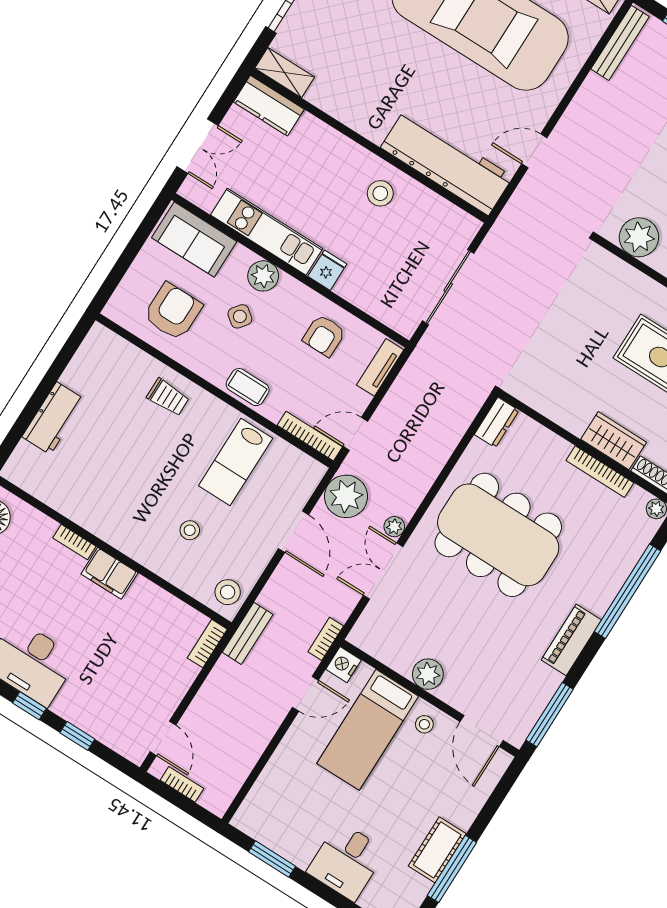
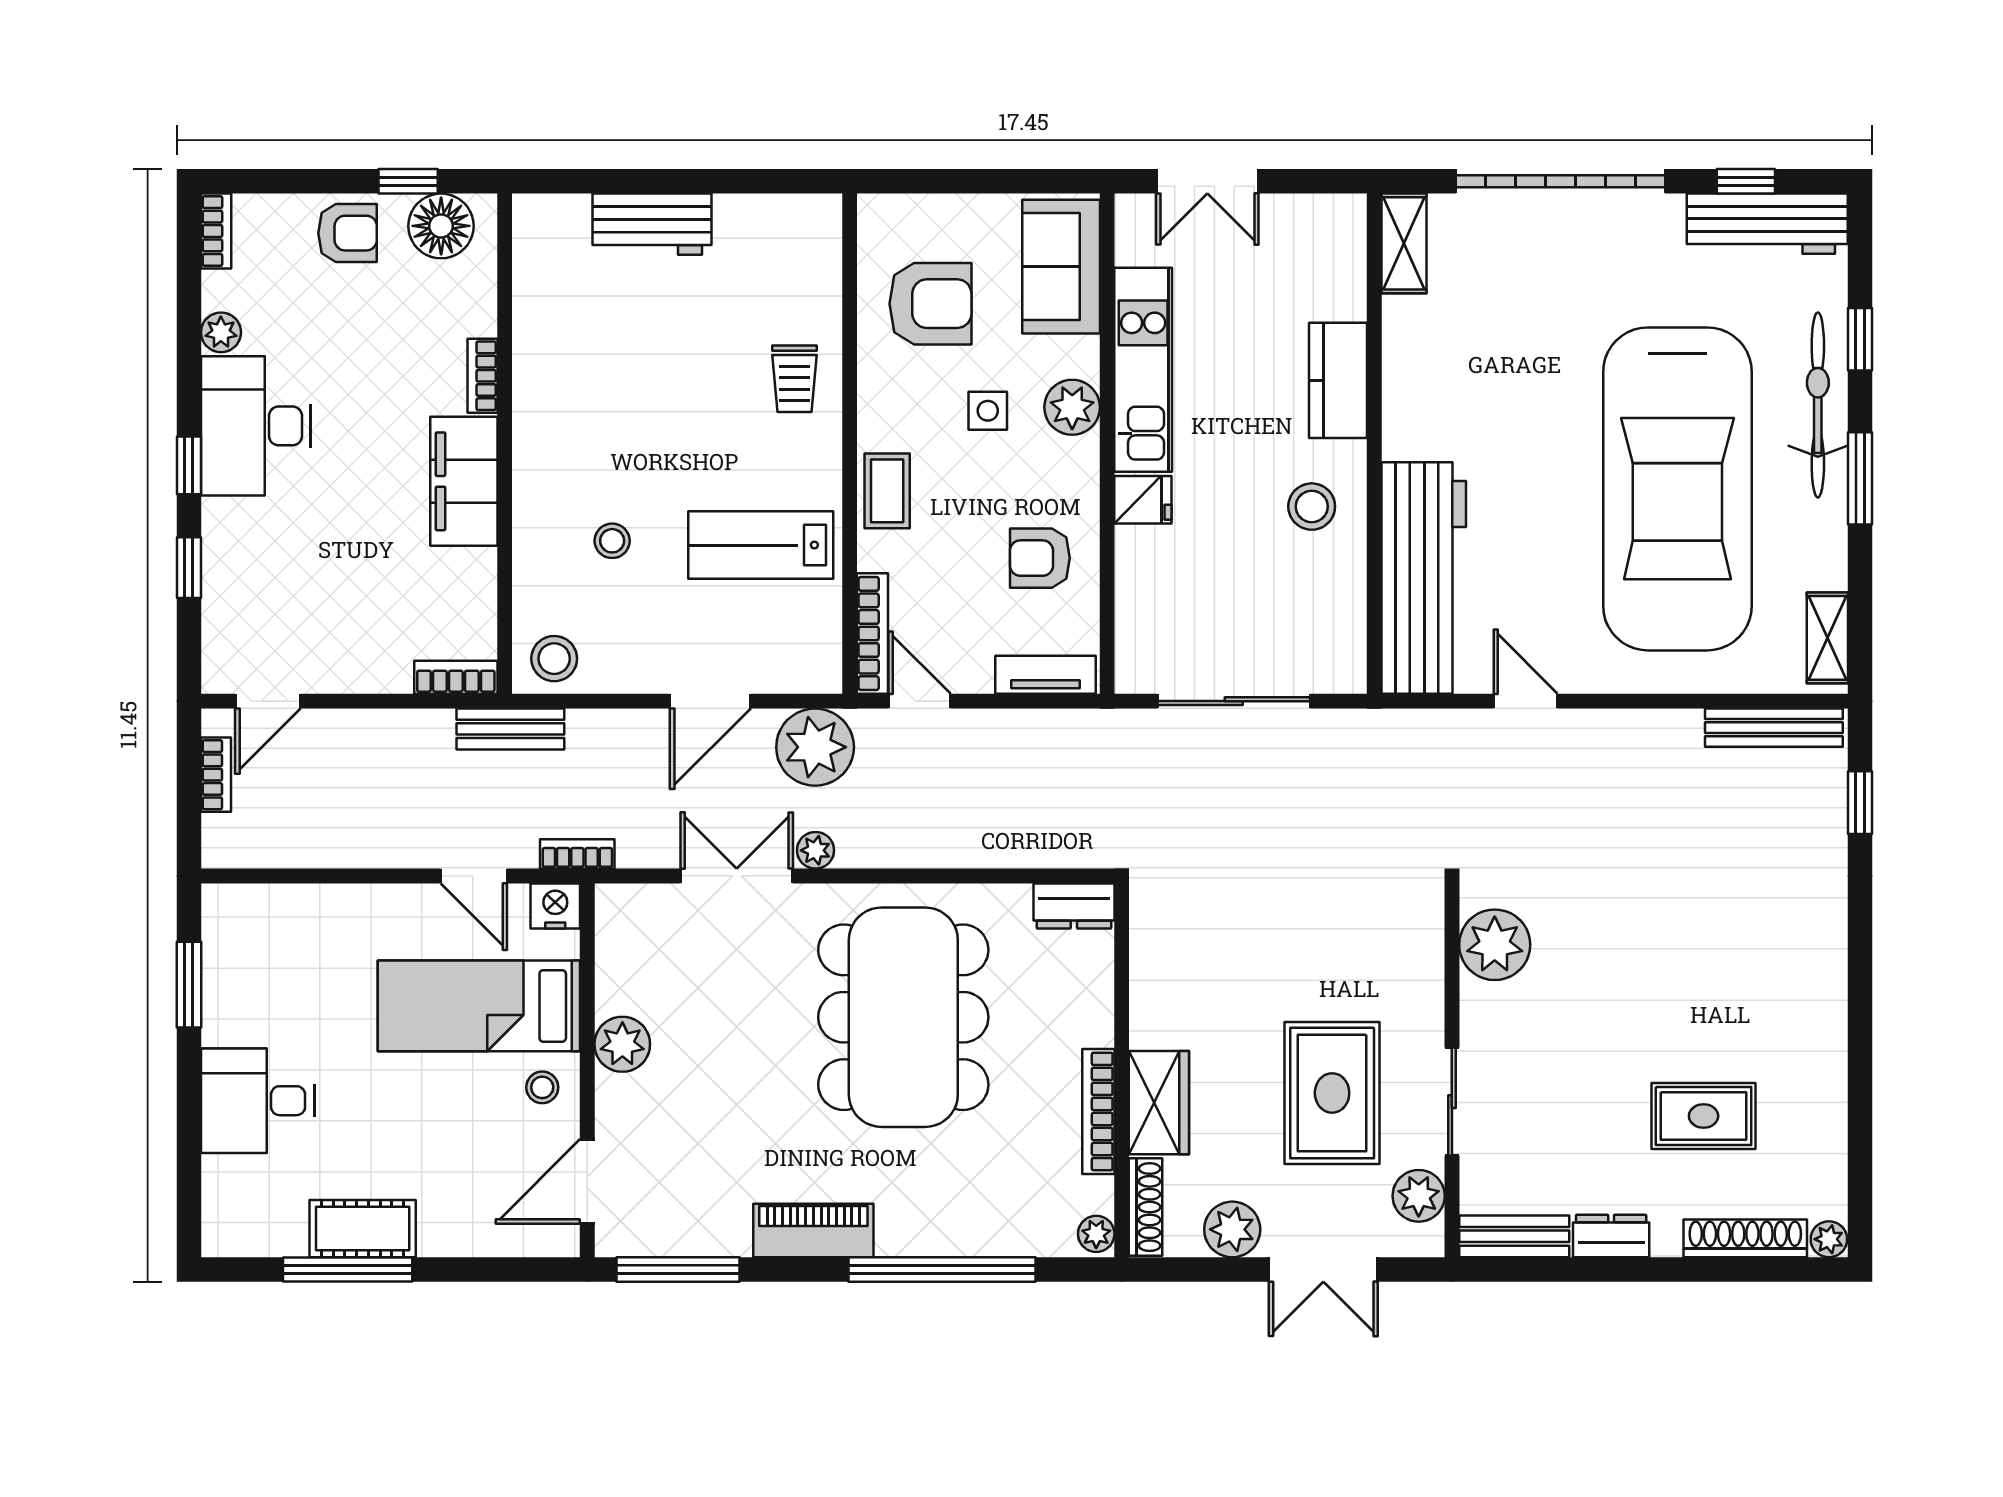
kitchen counter: (269, 106) -> (1338, 380), moved
side table: (240, 316) -> (988, 411), turned -38
filing cabinet: (109, 573) -> (464, 481), width x1.50, depth x1.17

